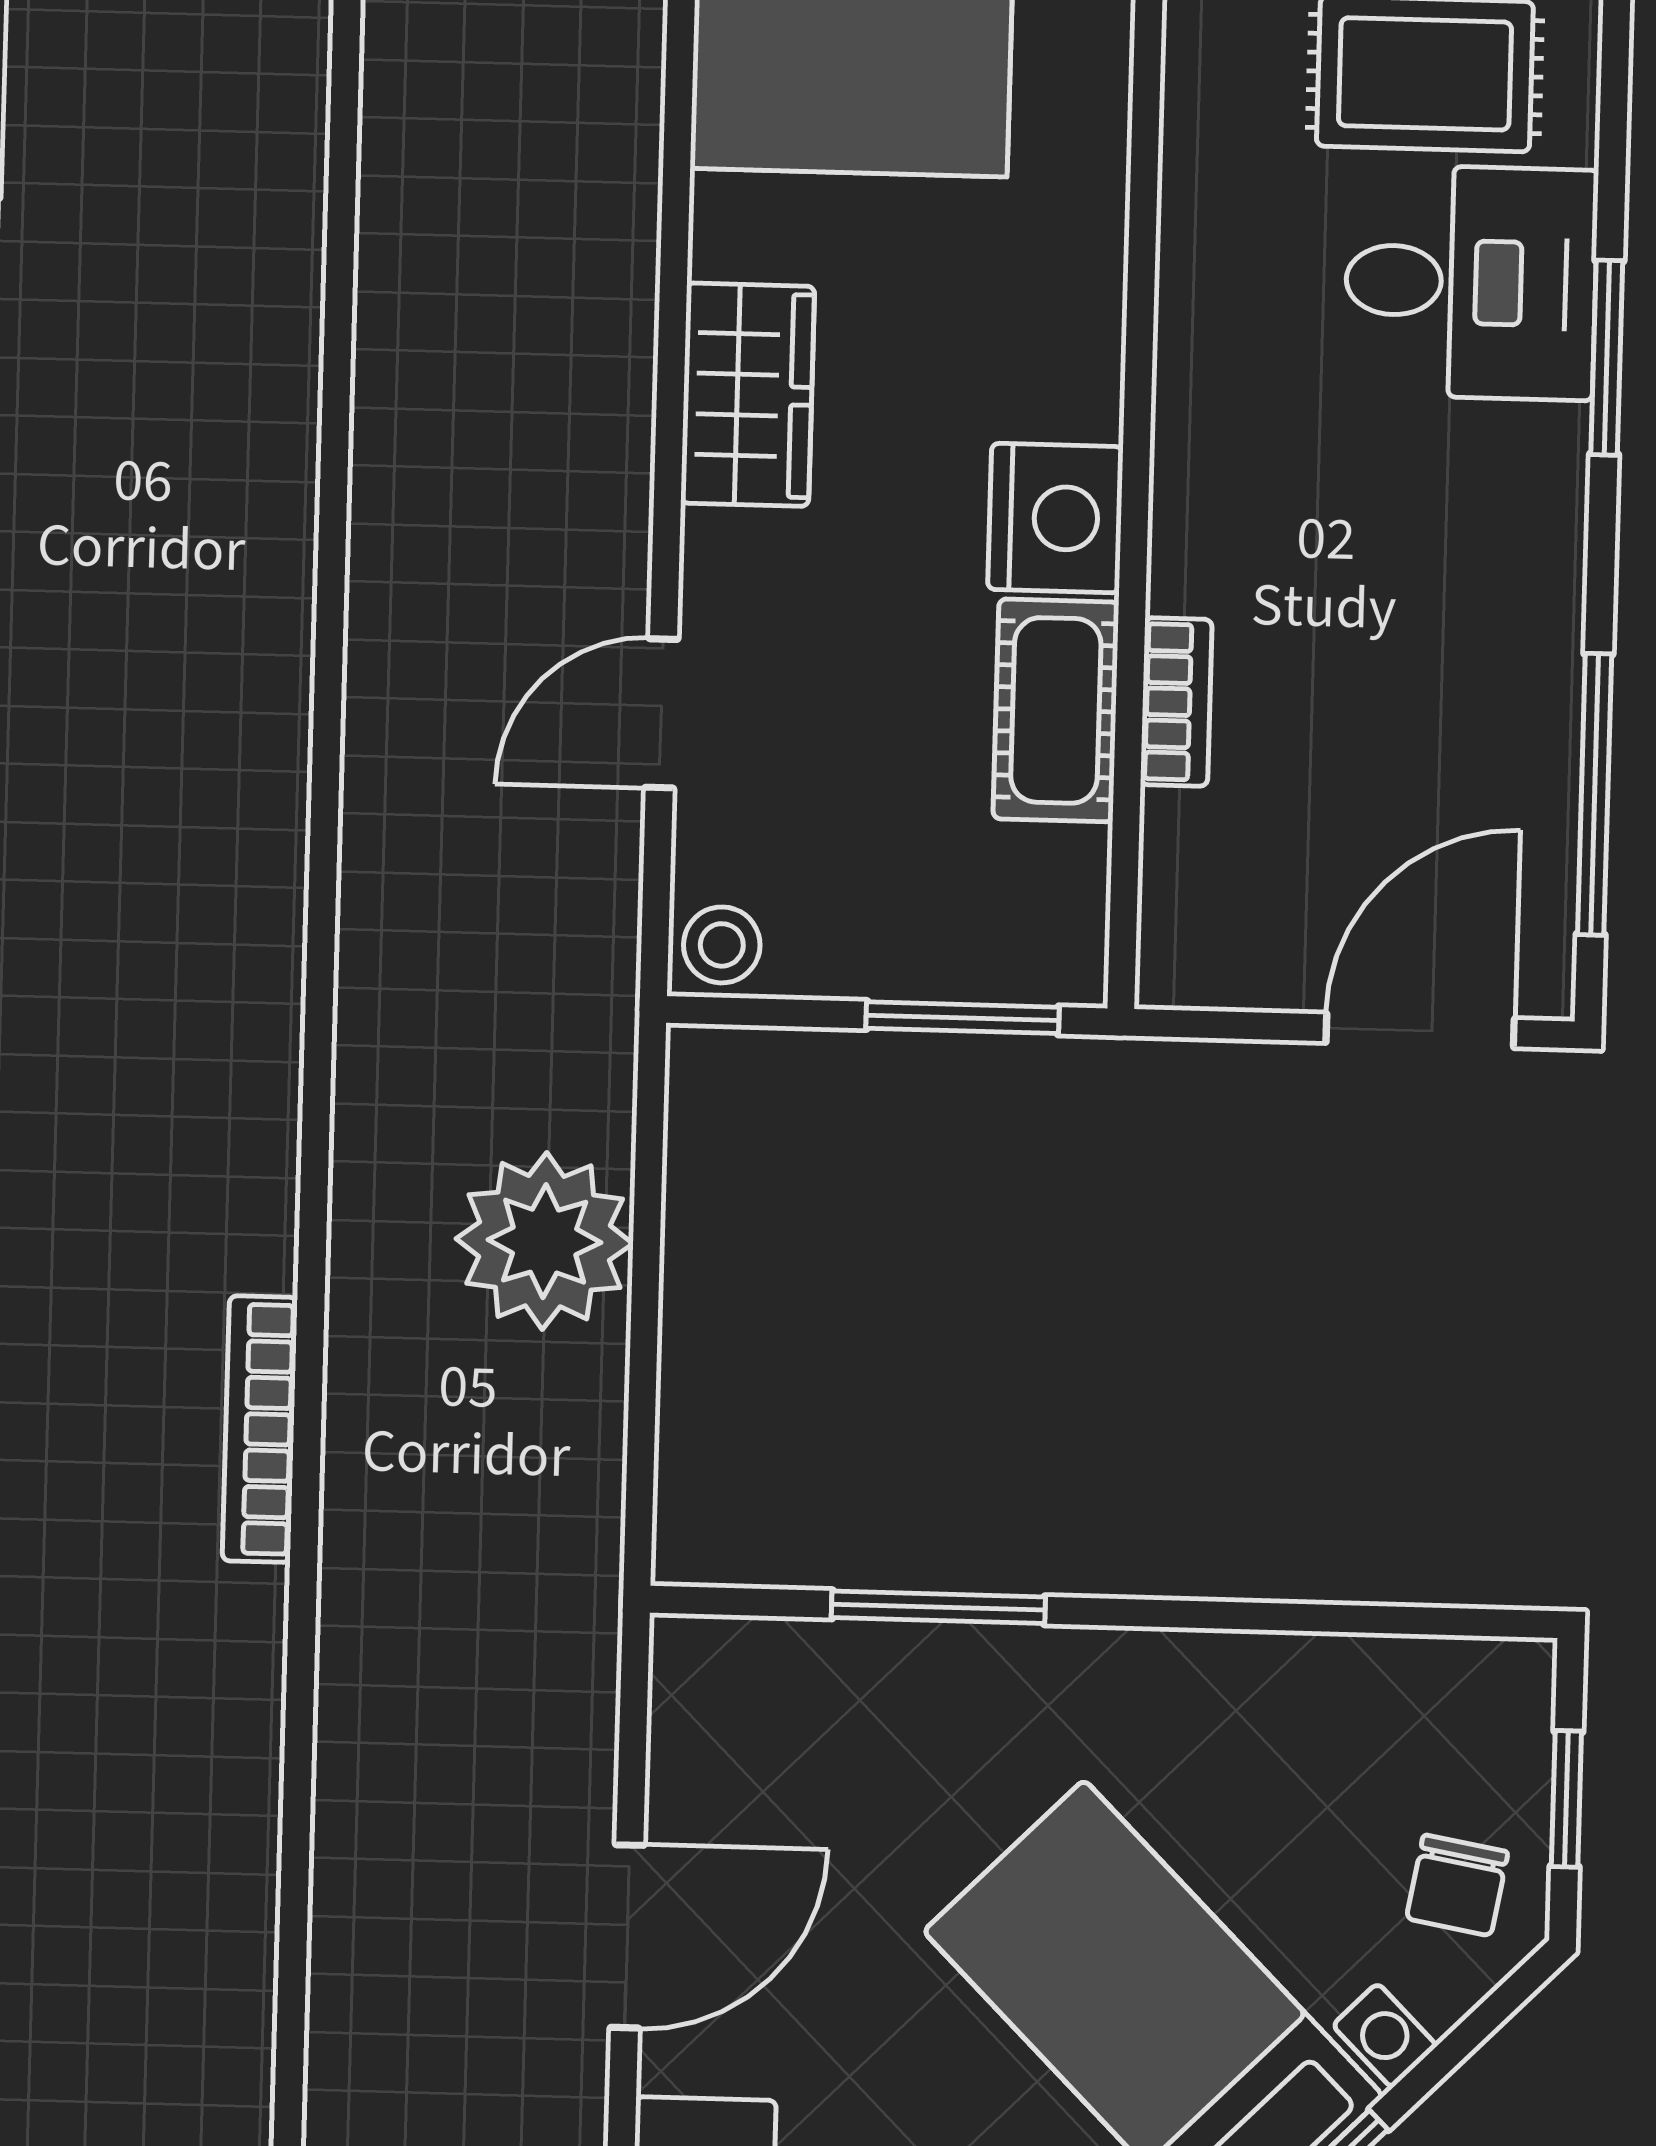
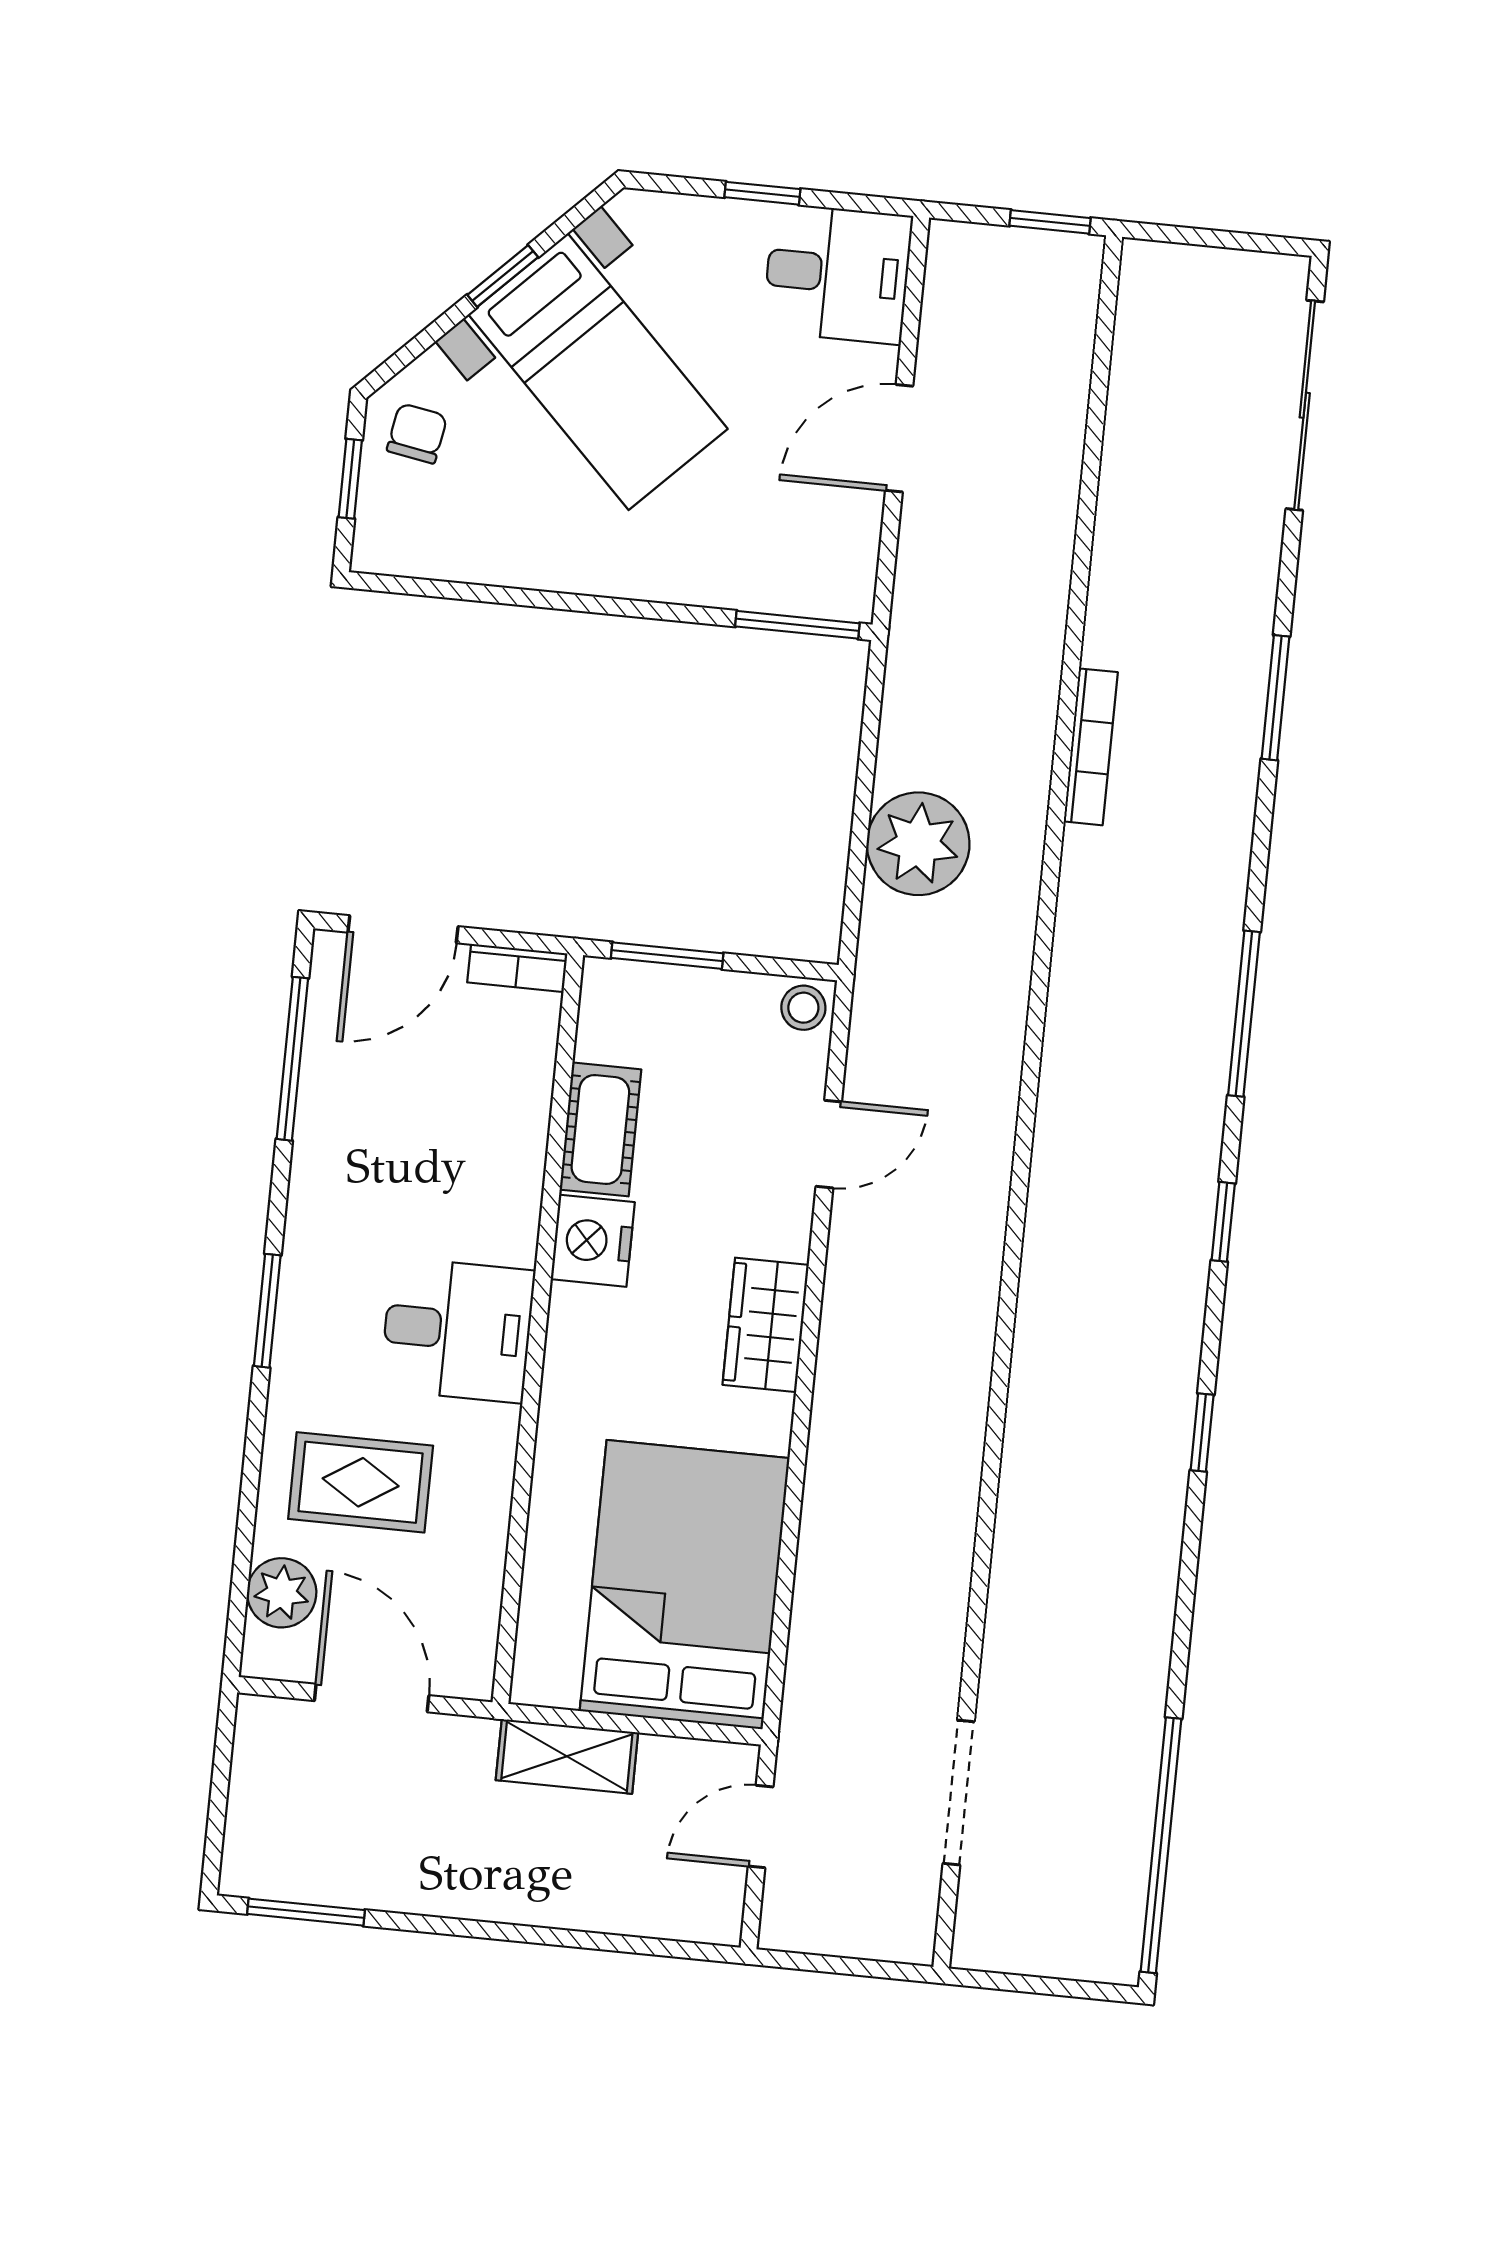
desk: (1471, 282) -> (457, 1330), moved, turned 180
bookcase: (1176, 702) -> (517, 968), moved, turned -90
window: (938, 1607) -> (797, 625), moved

